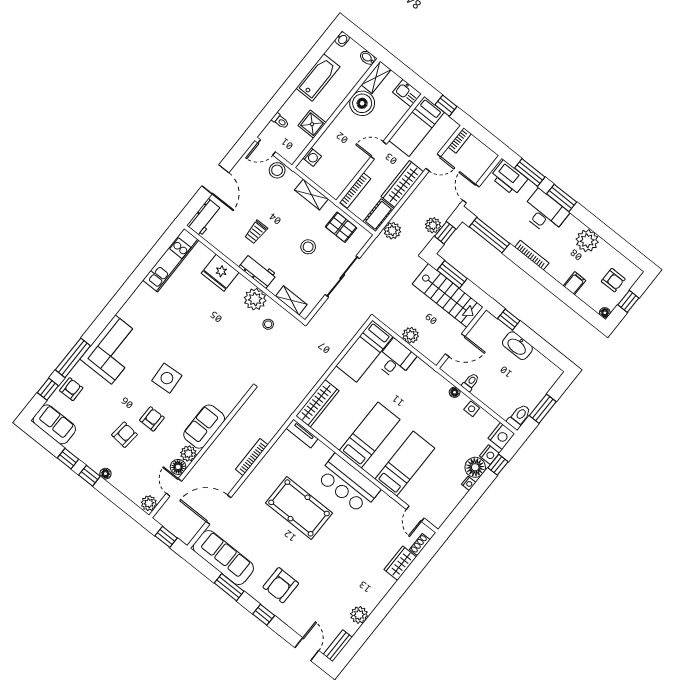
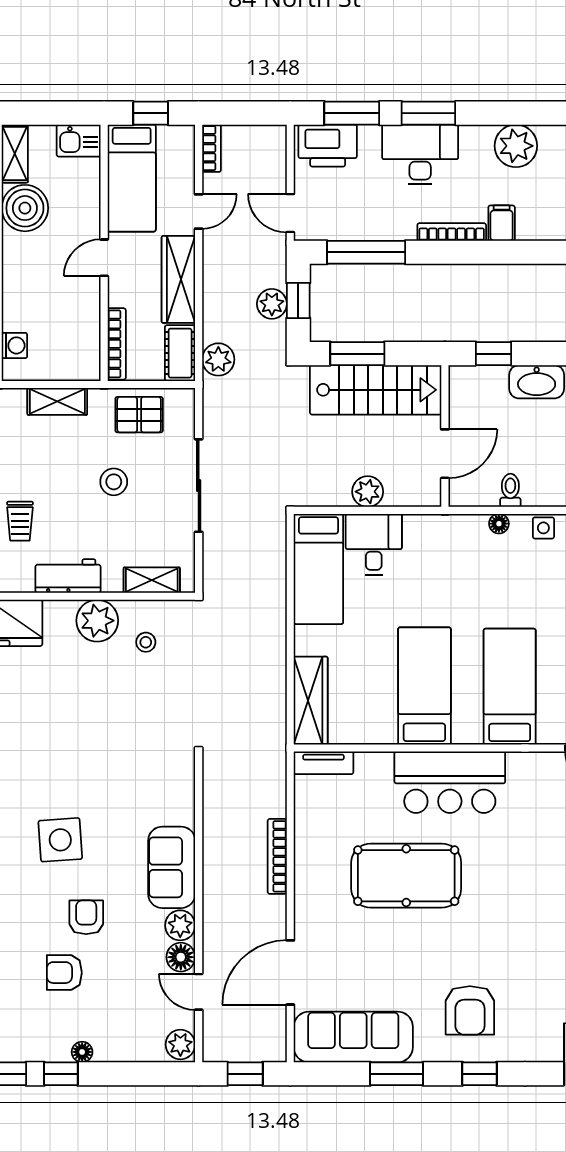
filing cabinet: (575, 283) -> (502, 223), moved
armchair: (124, 435) -> (64, 973), turned -96

